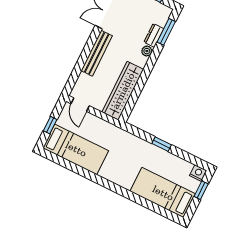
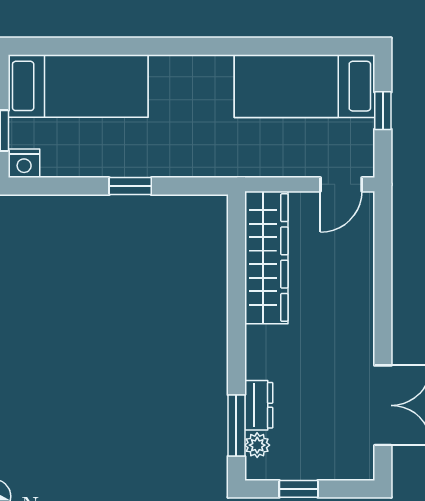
plant: (147, 51) -> (257, 445), moved
bench: (97, 53) -> (360, 309), removed
door: (80, 105) -> (341, 184), swing flipped

